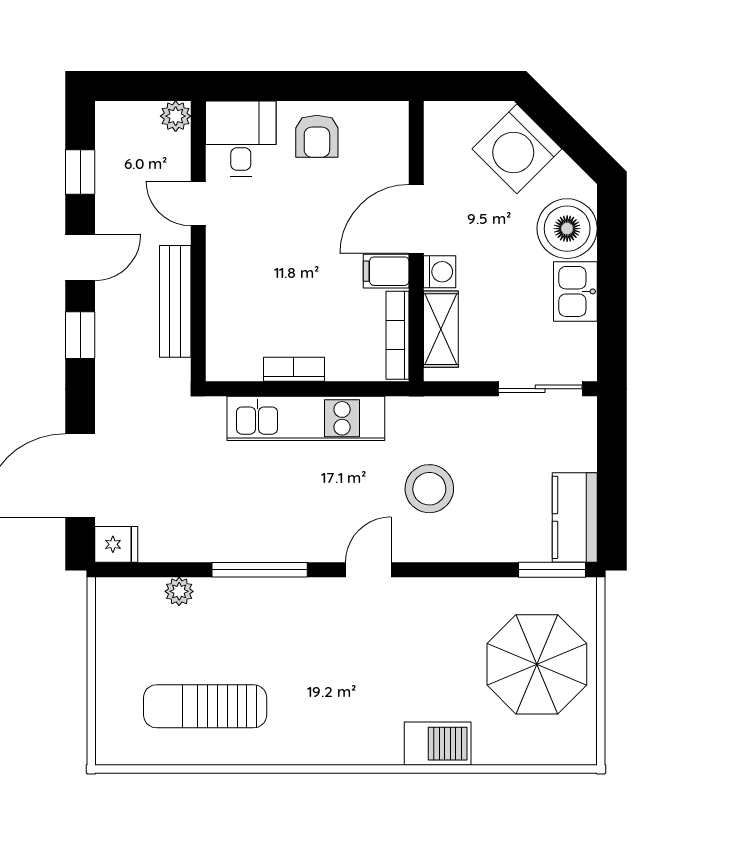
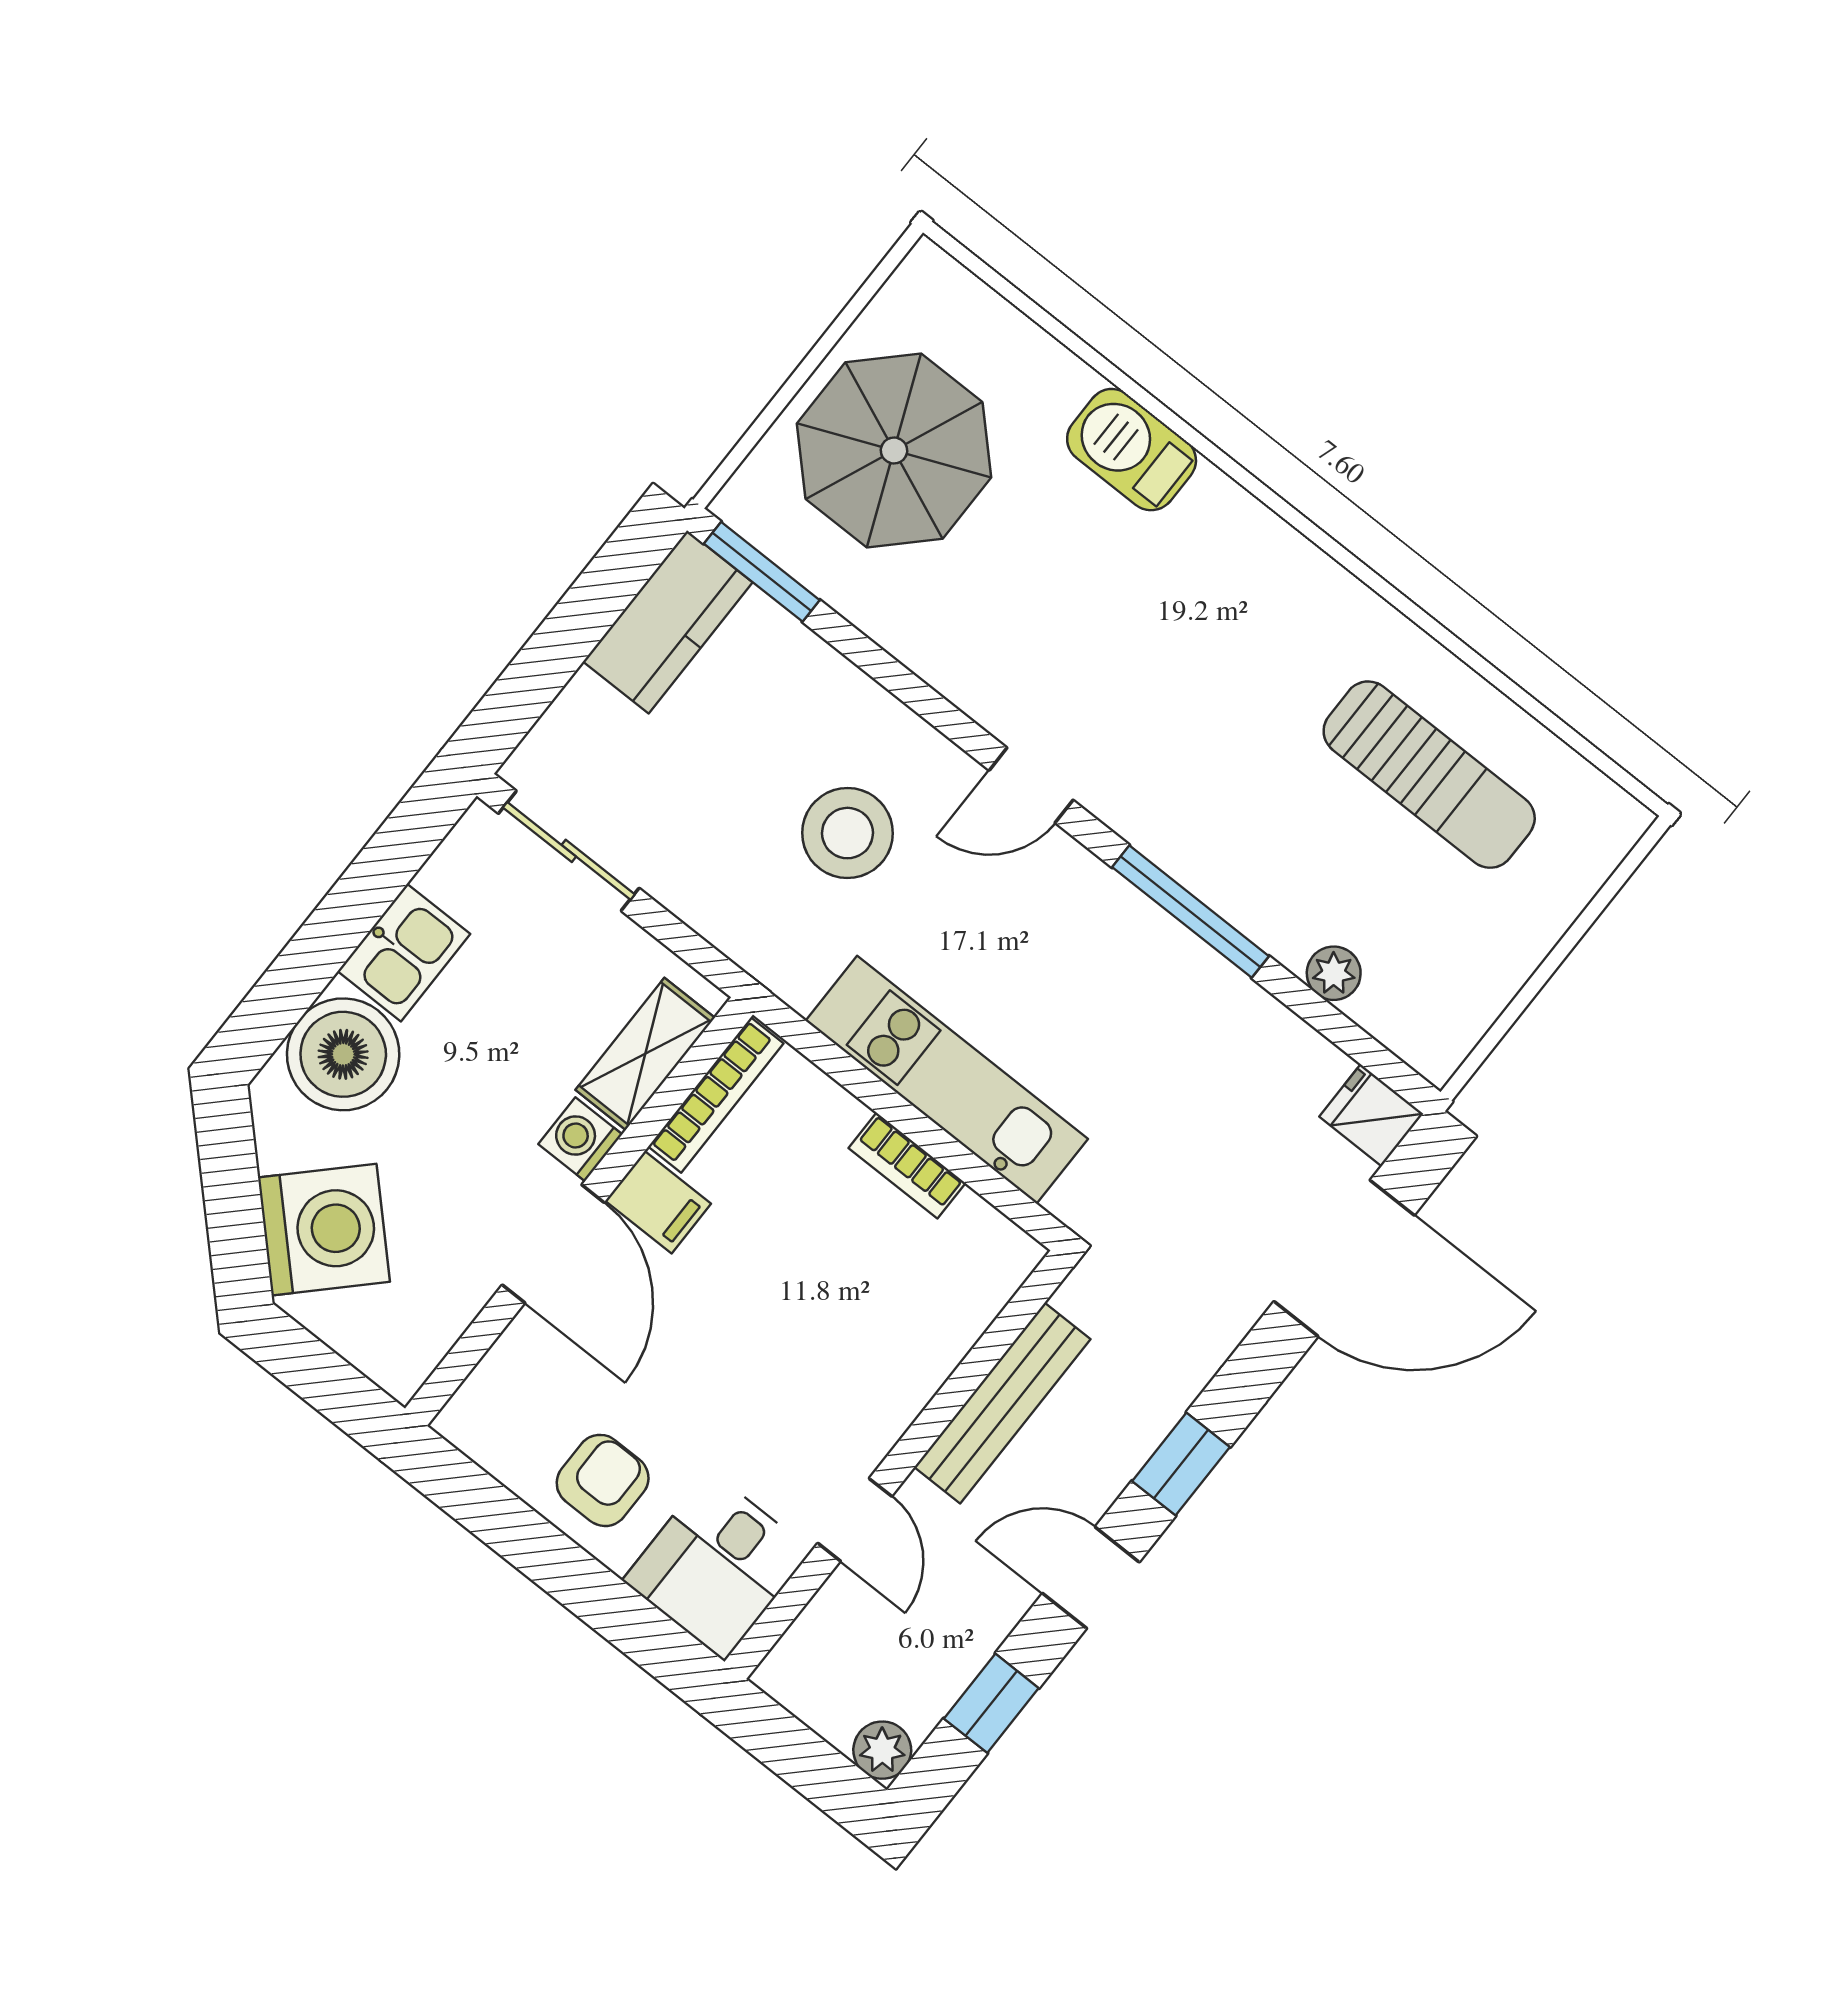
plant: (176, 116) -> (882, 1750), moved
door: (416, 219) -> (553, 1244), hinge flipped

